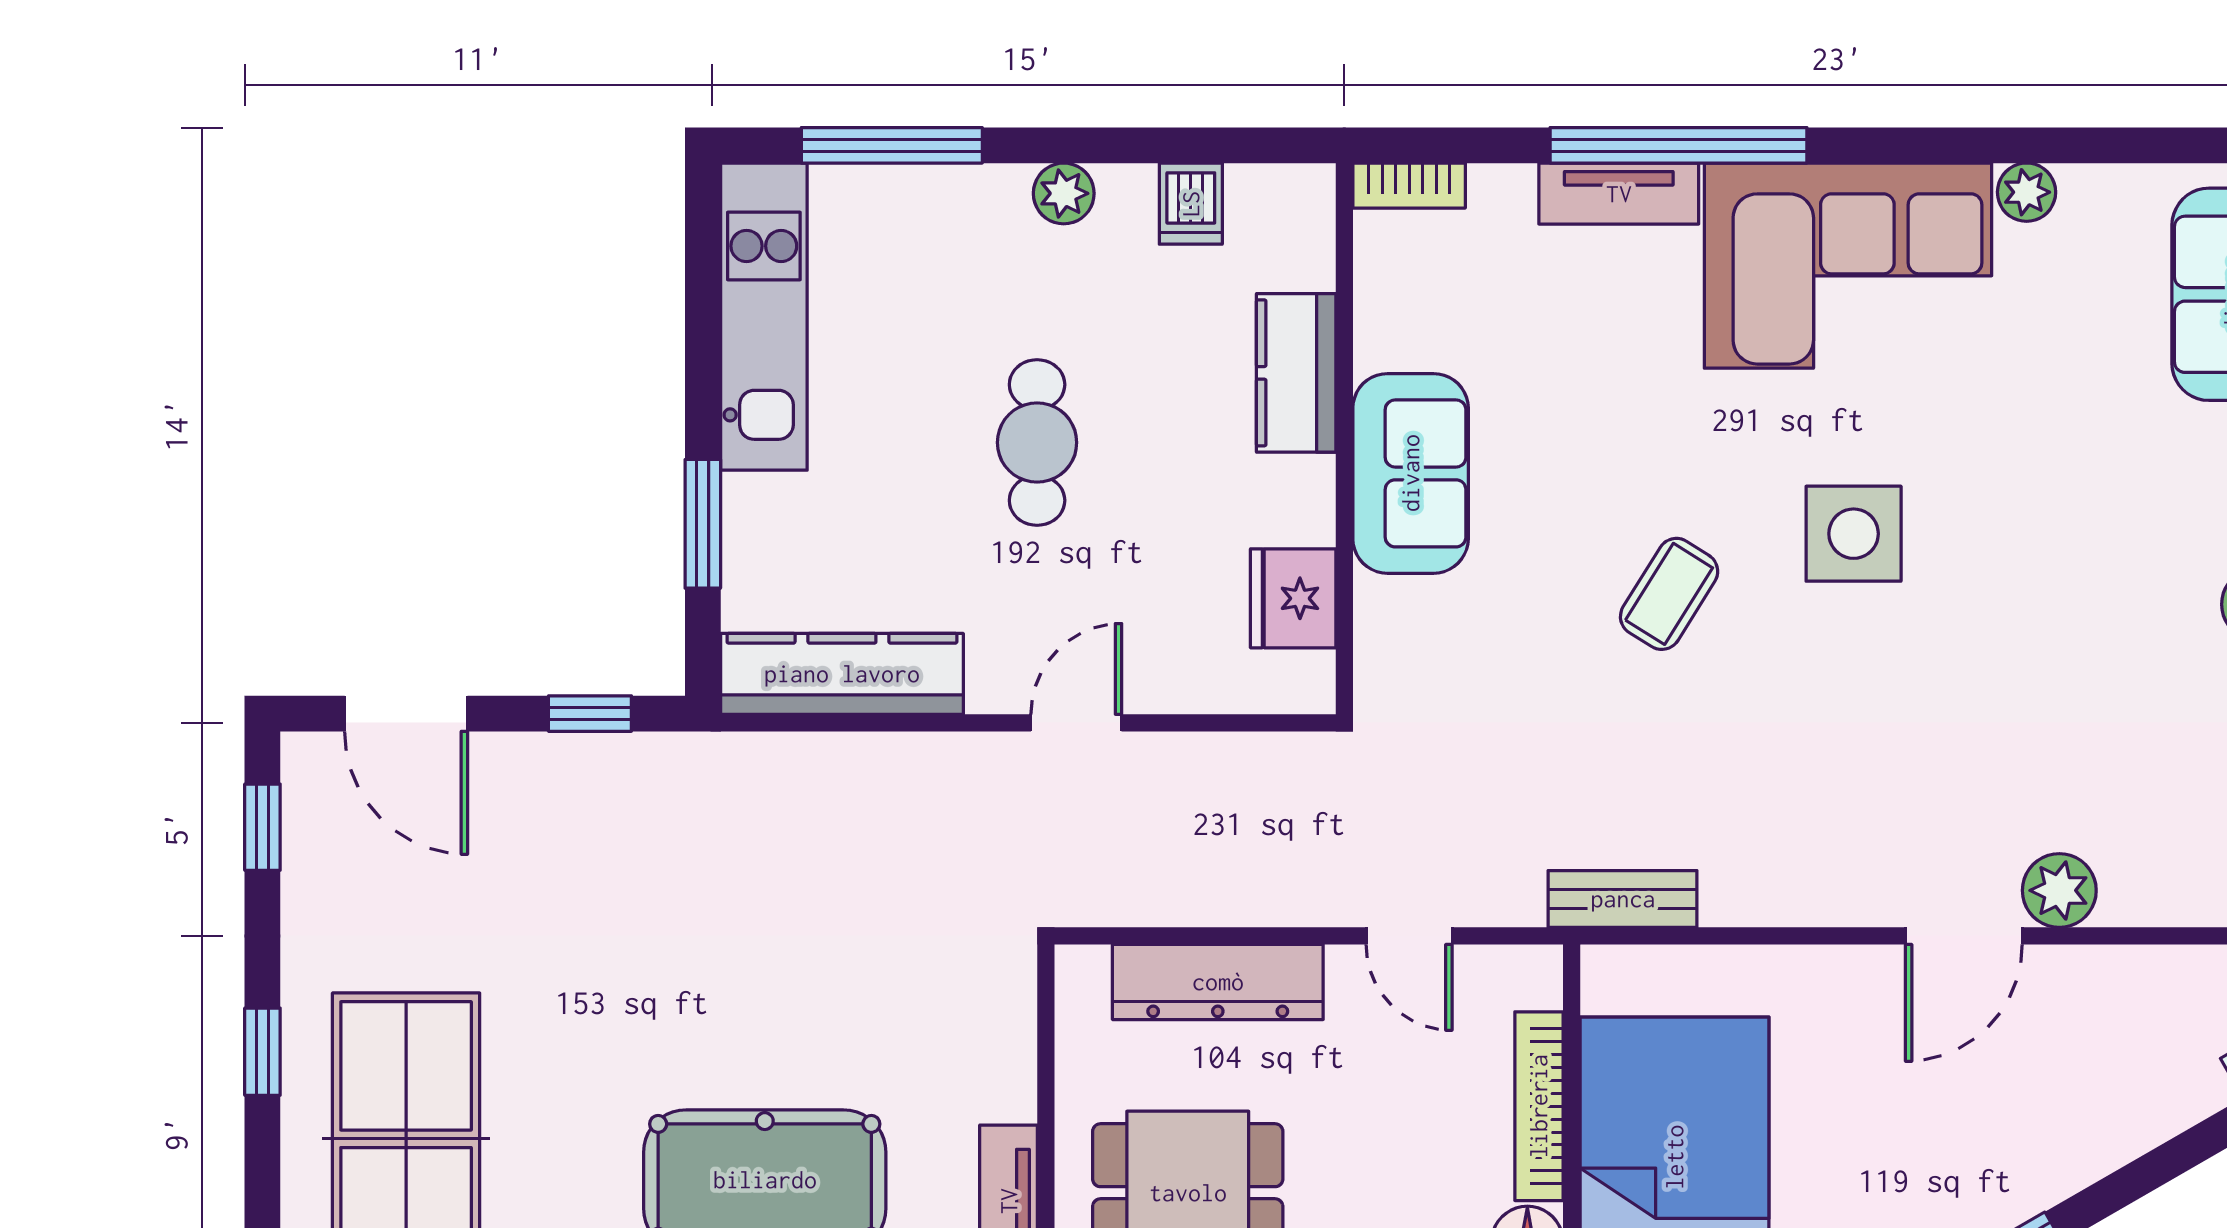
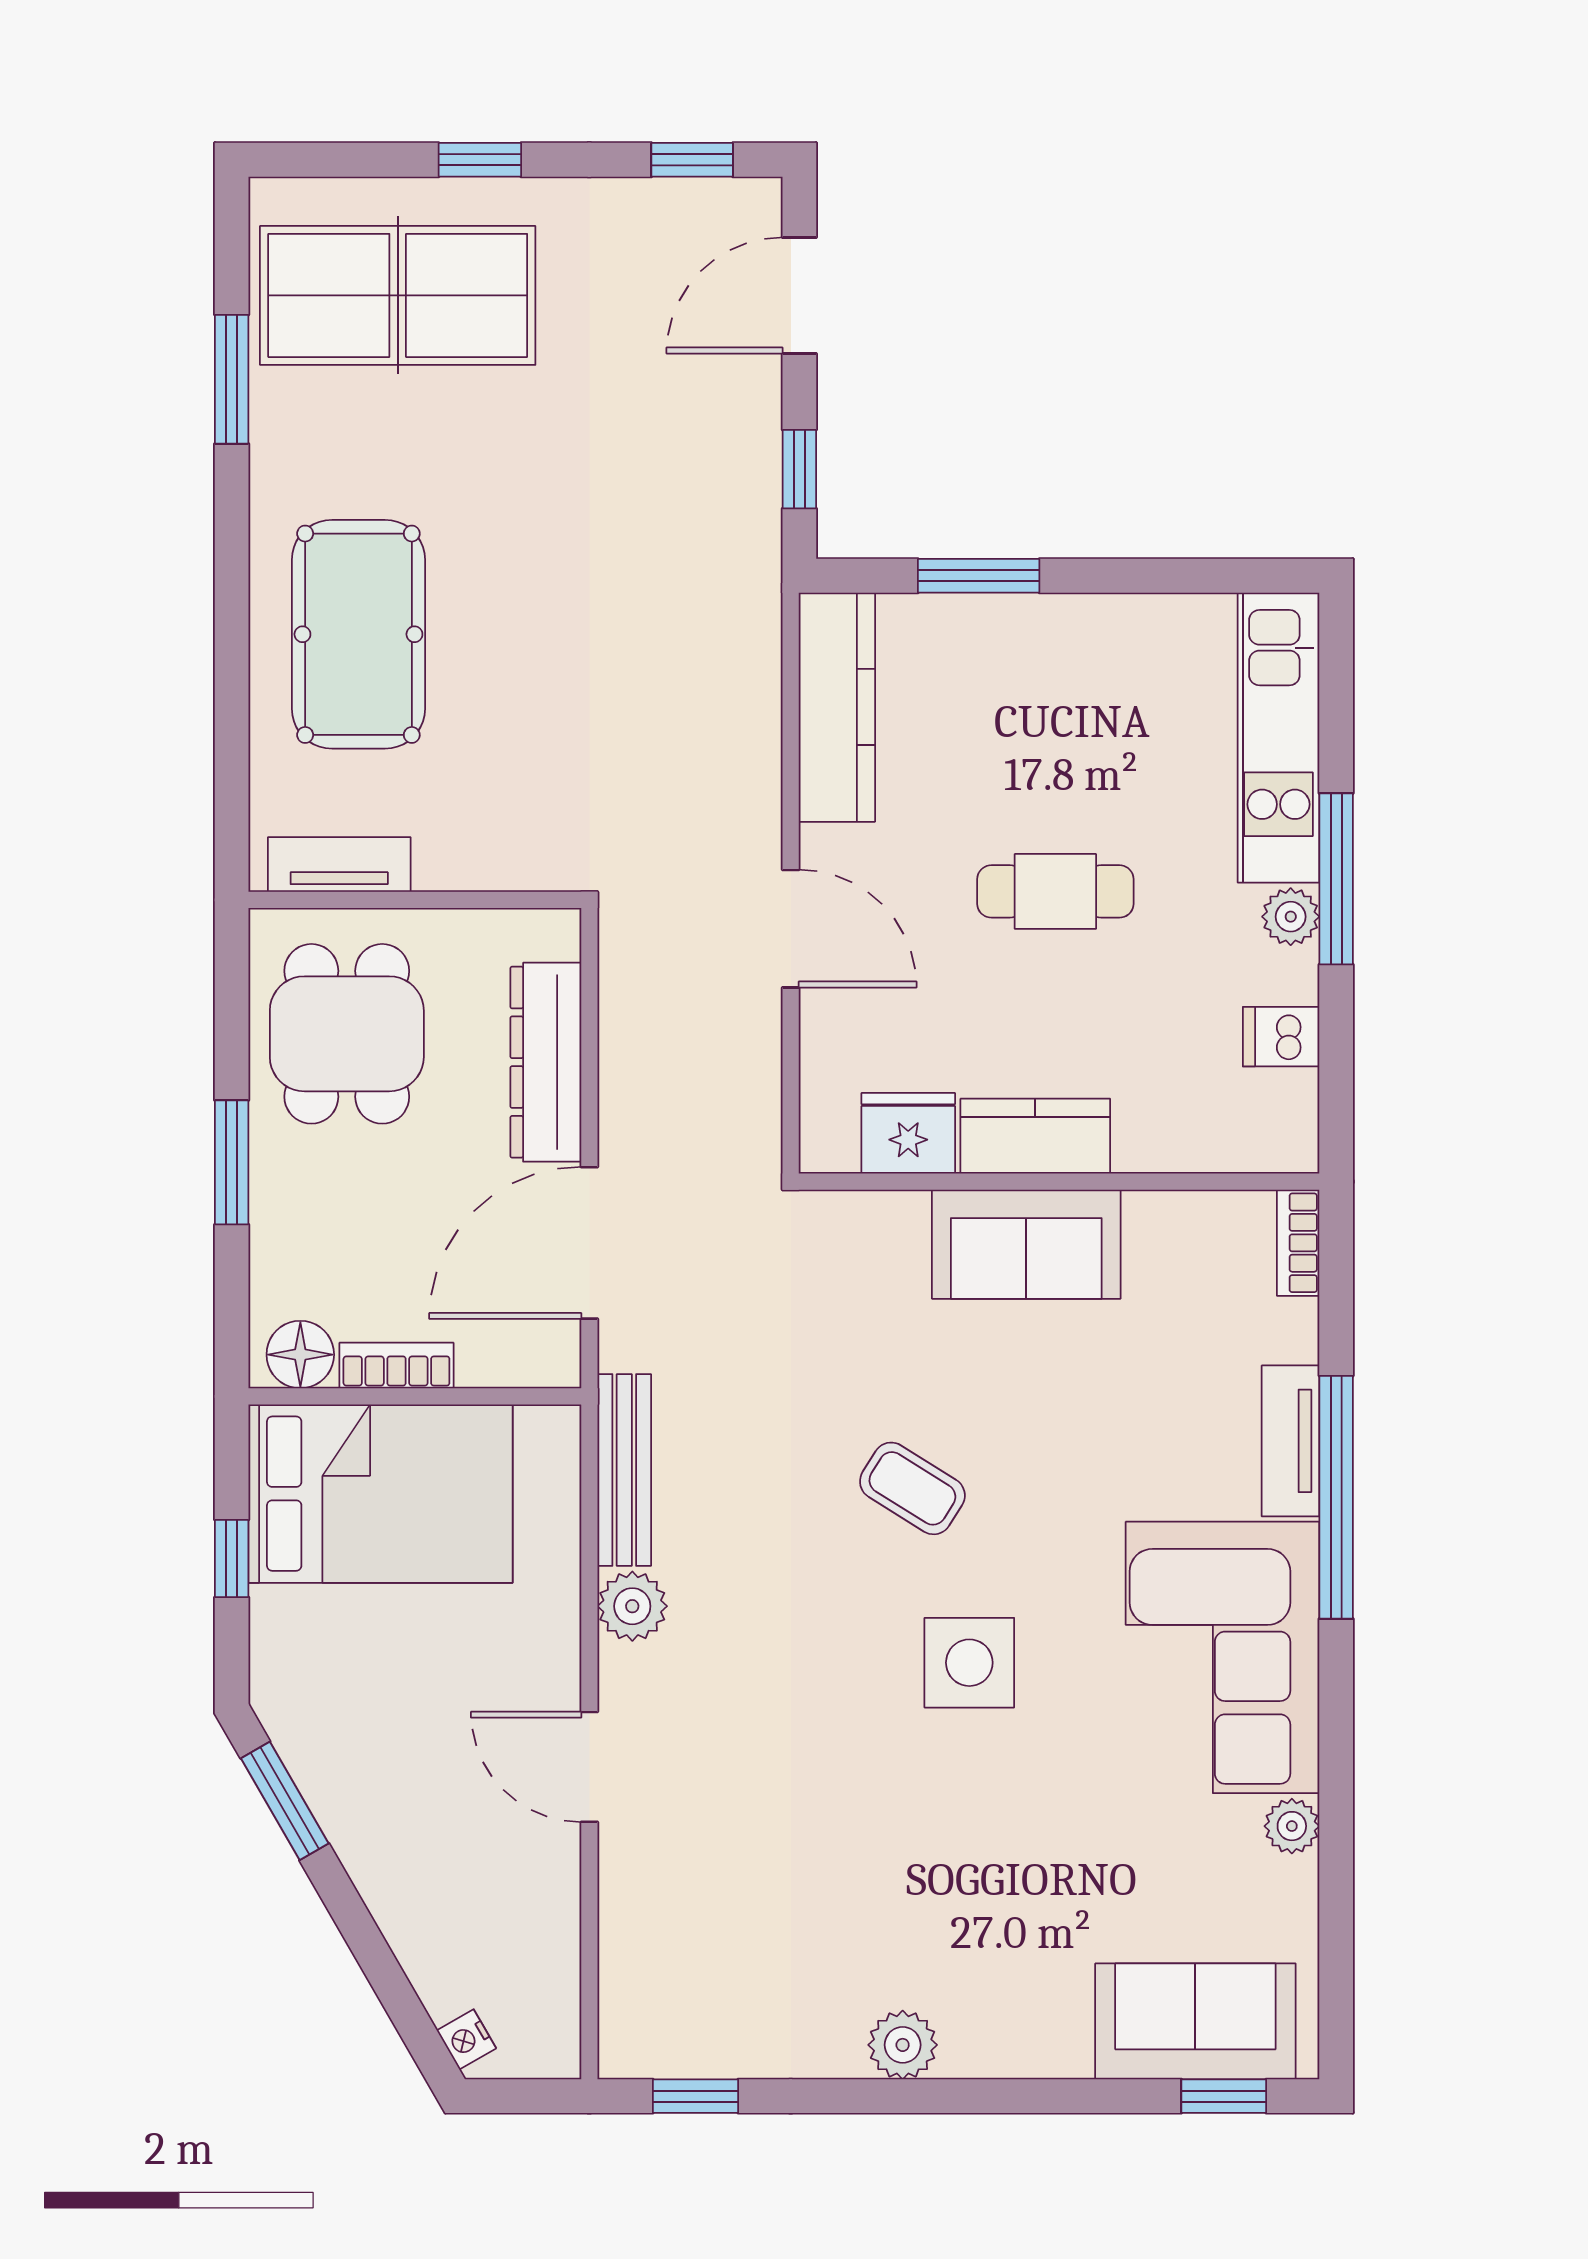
window: (892, 145) -> (1336, 879), moved
kitchen unit: (764, 317) -> (1278, 738), moved, turned 90
kitchen counter: (1296, 373) -> (1035, 1136), moved
door: (1076, 723) -> (791, 929), width x1.38
plant: (2059, 890) -> (632, 1606), moved
bench: (1623, 899) -> (624, 1470), width x1.36
door: (1409, 936) -> (589, 1243), width x1.88
bookcase: (1539, 1106) -> (396, 1366), width x0.64

